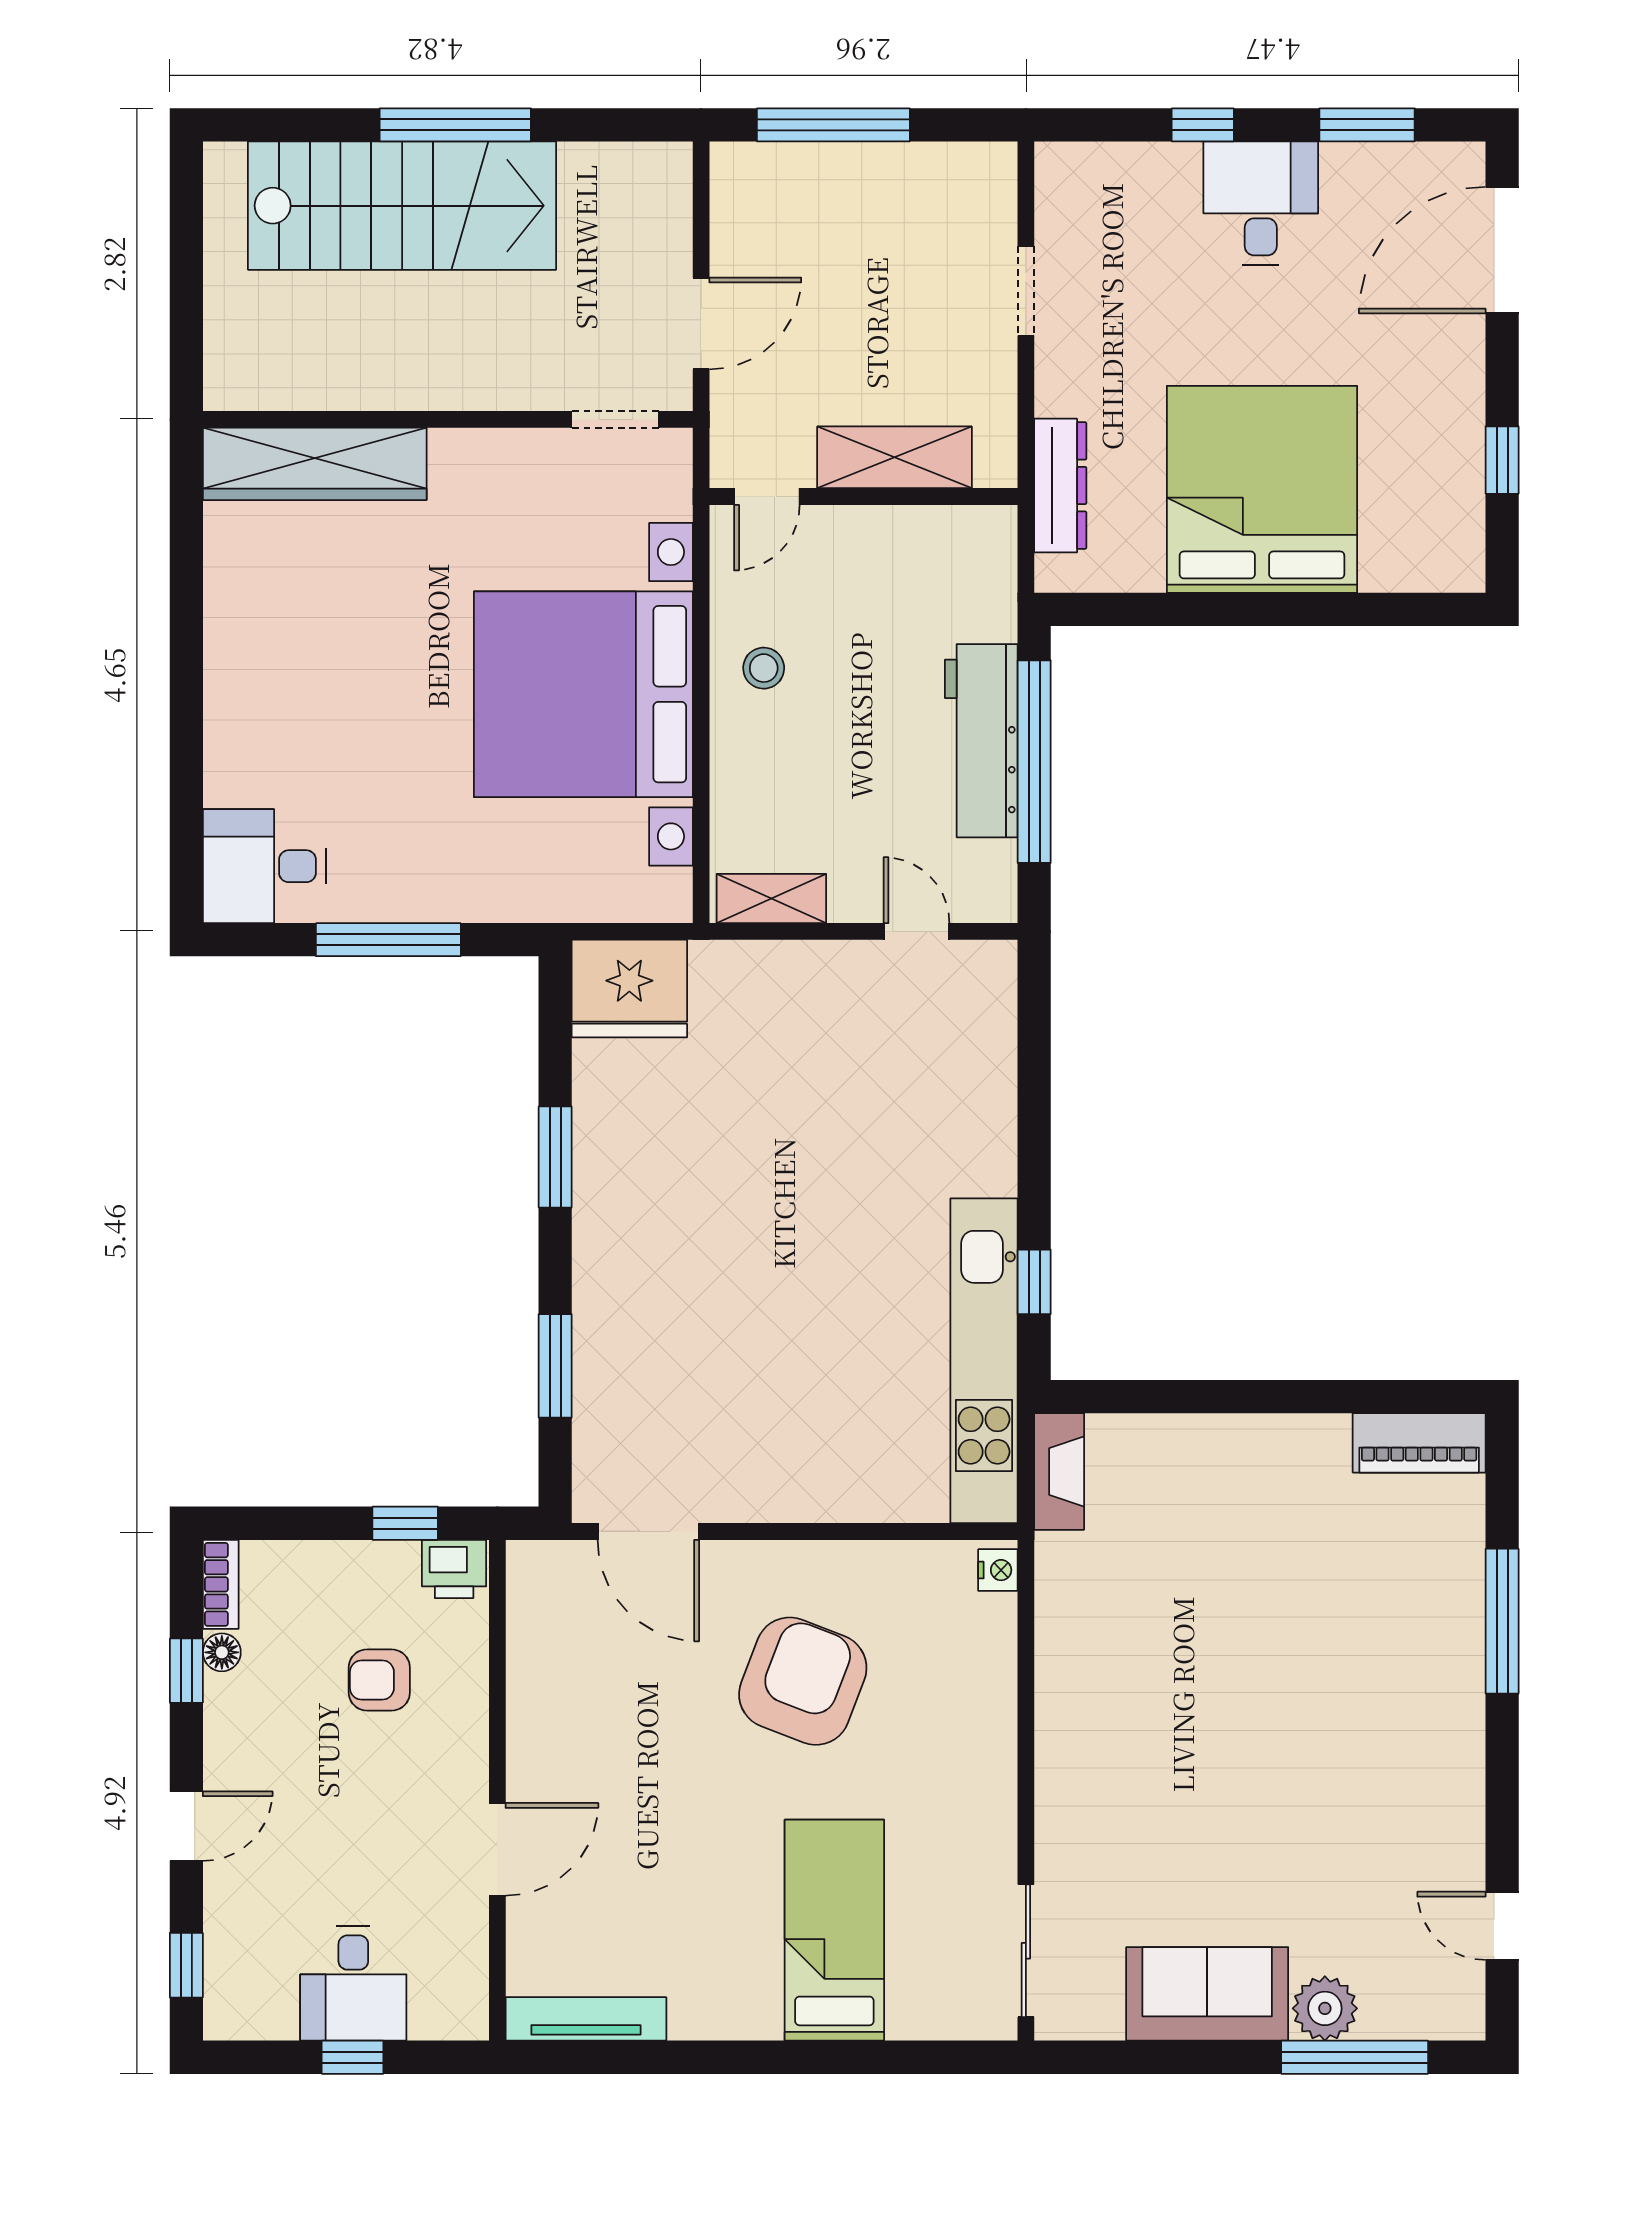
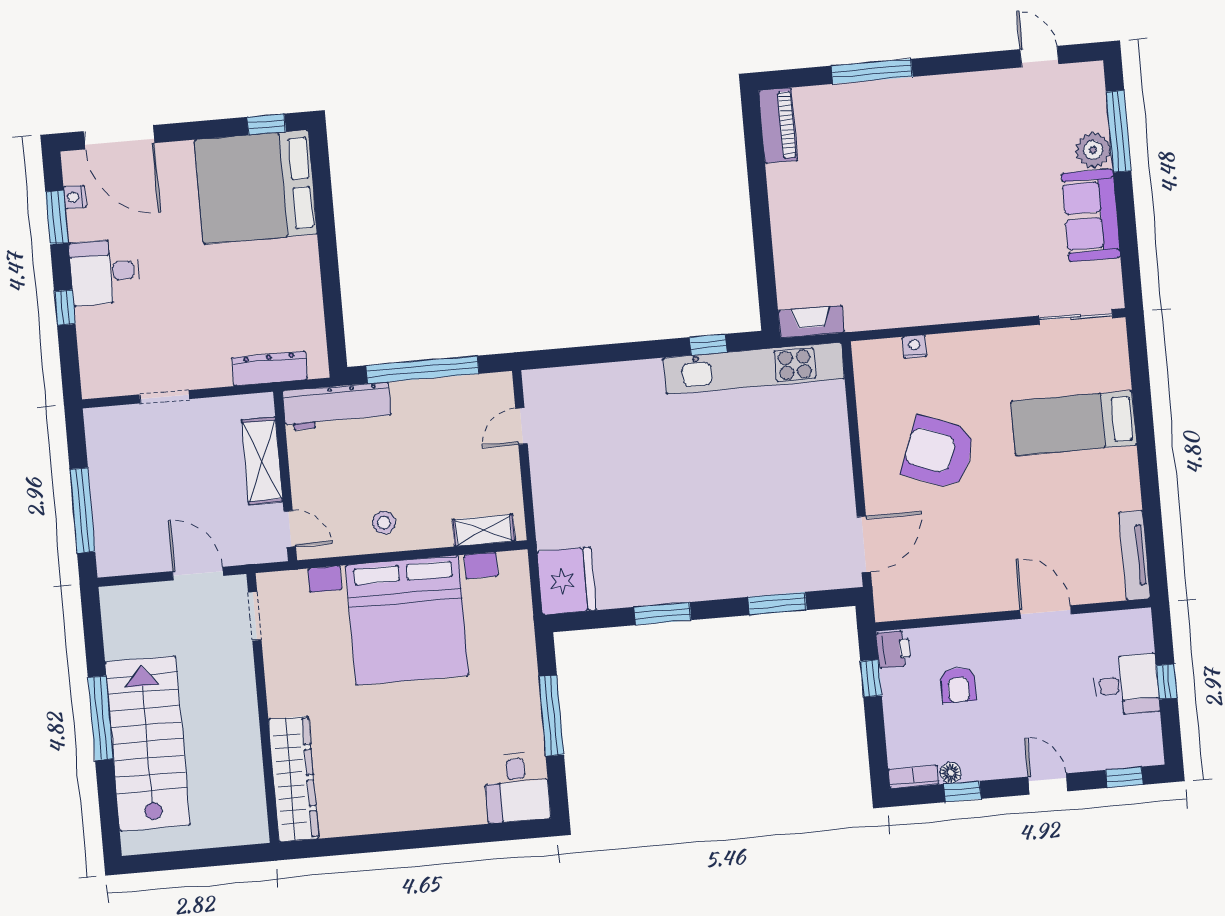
nightstand: (1401, 161) -> (75, 197), added
window: (1502, 460) -> (266, 124), moved
bed: (1262, 489) -> (256, 187), moved
workbench: (981, 741) -> (337, 406), moved
shelving: (771, 898) -> (484, 530), moved, turned 90
nightstand: (998, 1570) -> (914, 347), moved
door: (1502, 1926) -> (1039, 57), swing flipped

